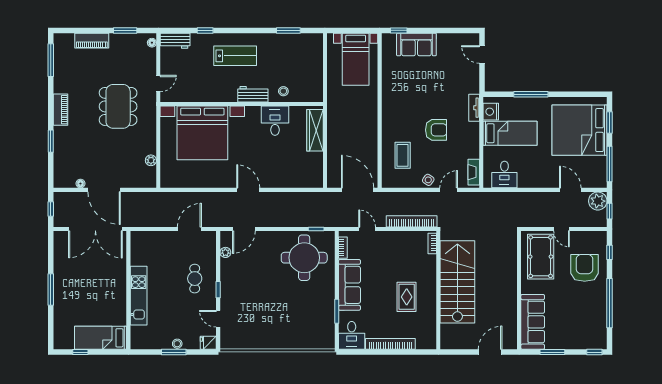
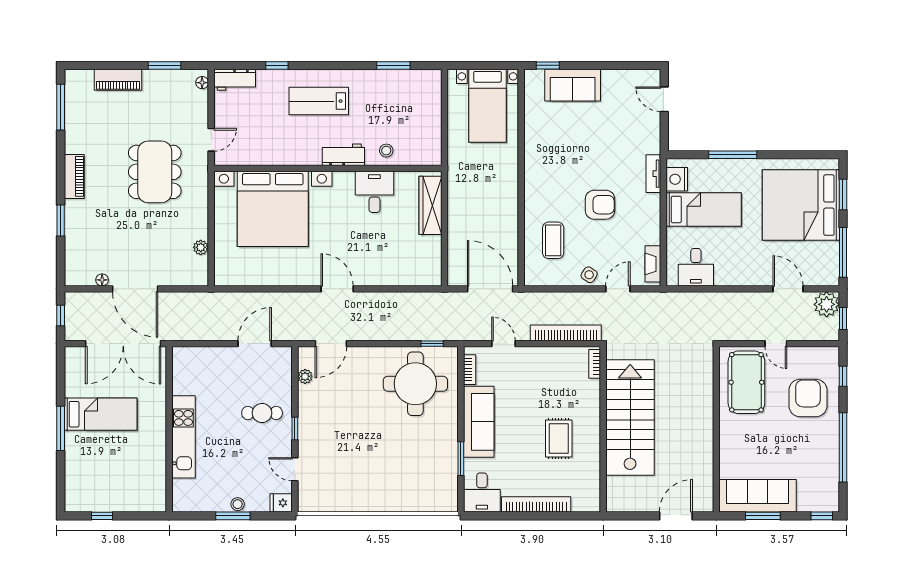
lab bench: (235, 56) -> (319, 101), turned 180
cafe table: (195, 279) -> (262, 413), turned 90
sofa: (533, 322) -> (758, 496), moved, turned -90
bed: (100, 338) -> (101, 414), moved, turned 180

